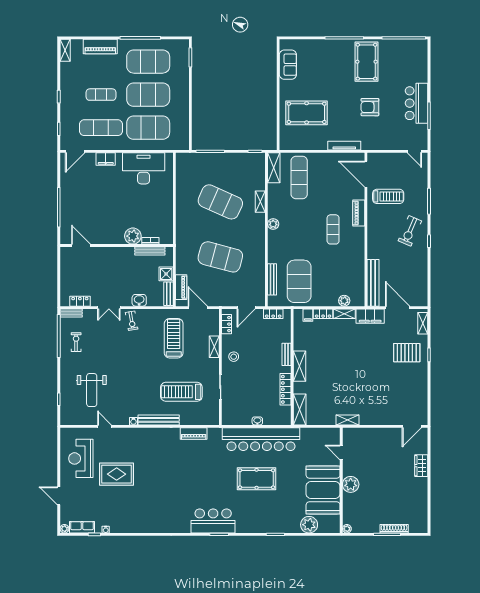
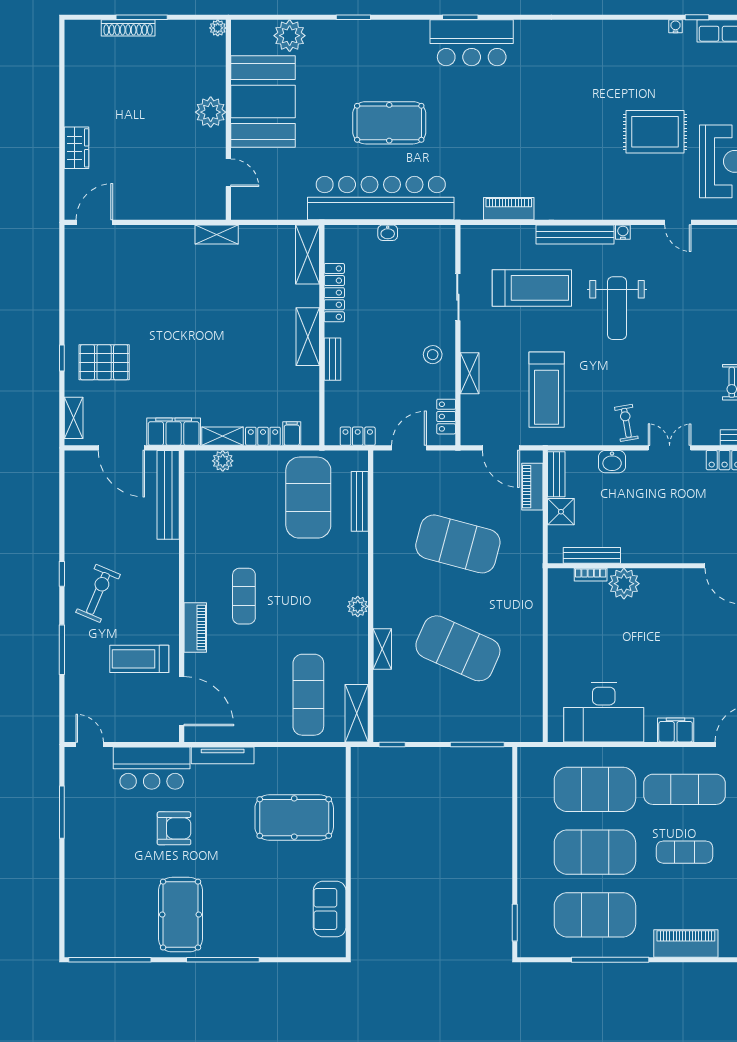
bar counter: (417, 103) -> (152, 768), moved, turned 90
weight bench: (92, 390) -> (617, 308), moved, turned 180

